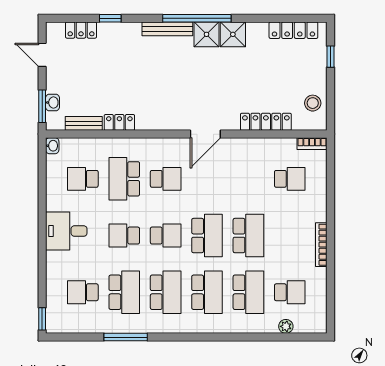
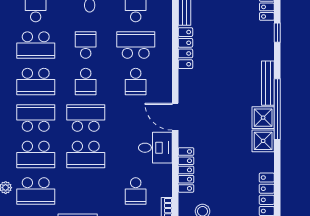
locker: (119, 122) -> (185, 48), width x1.53
desk: (241, 157) -> (155, 148), added
school desk: (207, 236) -> (86, 118), turned 180
school desk: (207, 292) -> (36, 118), turned 180
school desk: (290, 292) -> (36, 191), width x1.85

